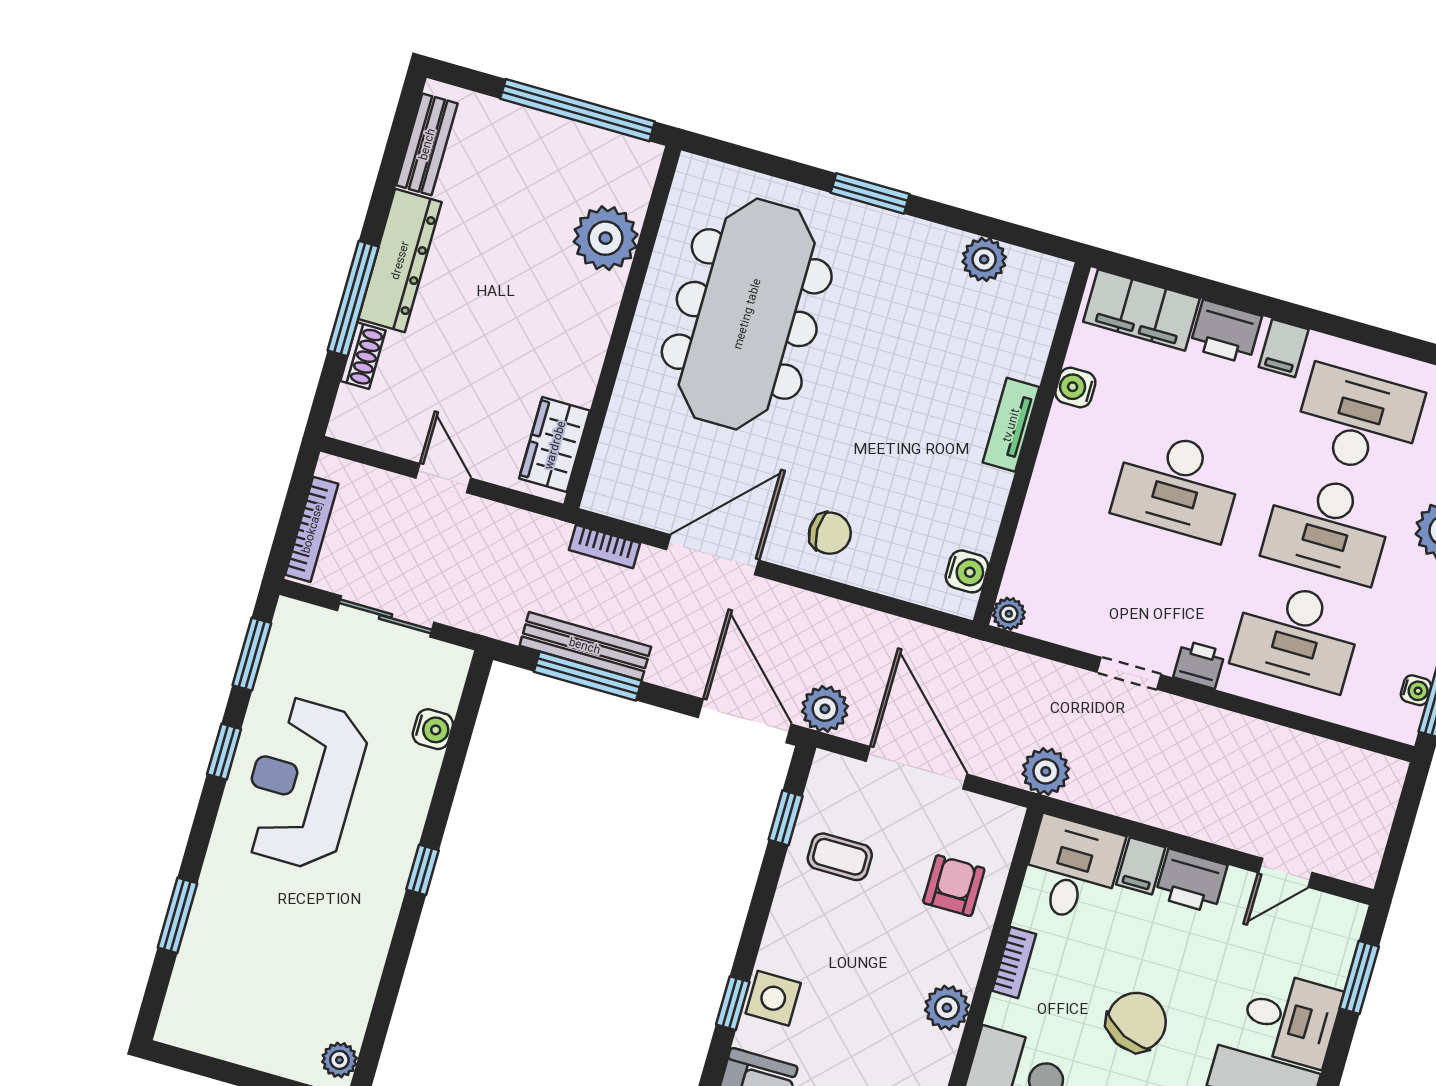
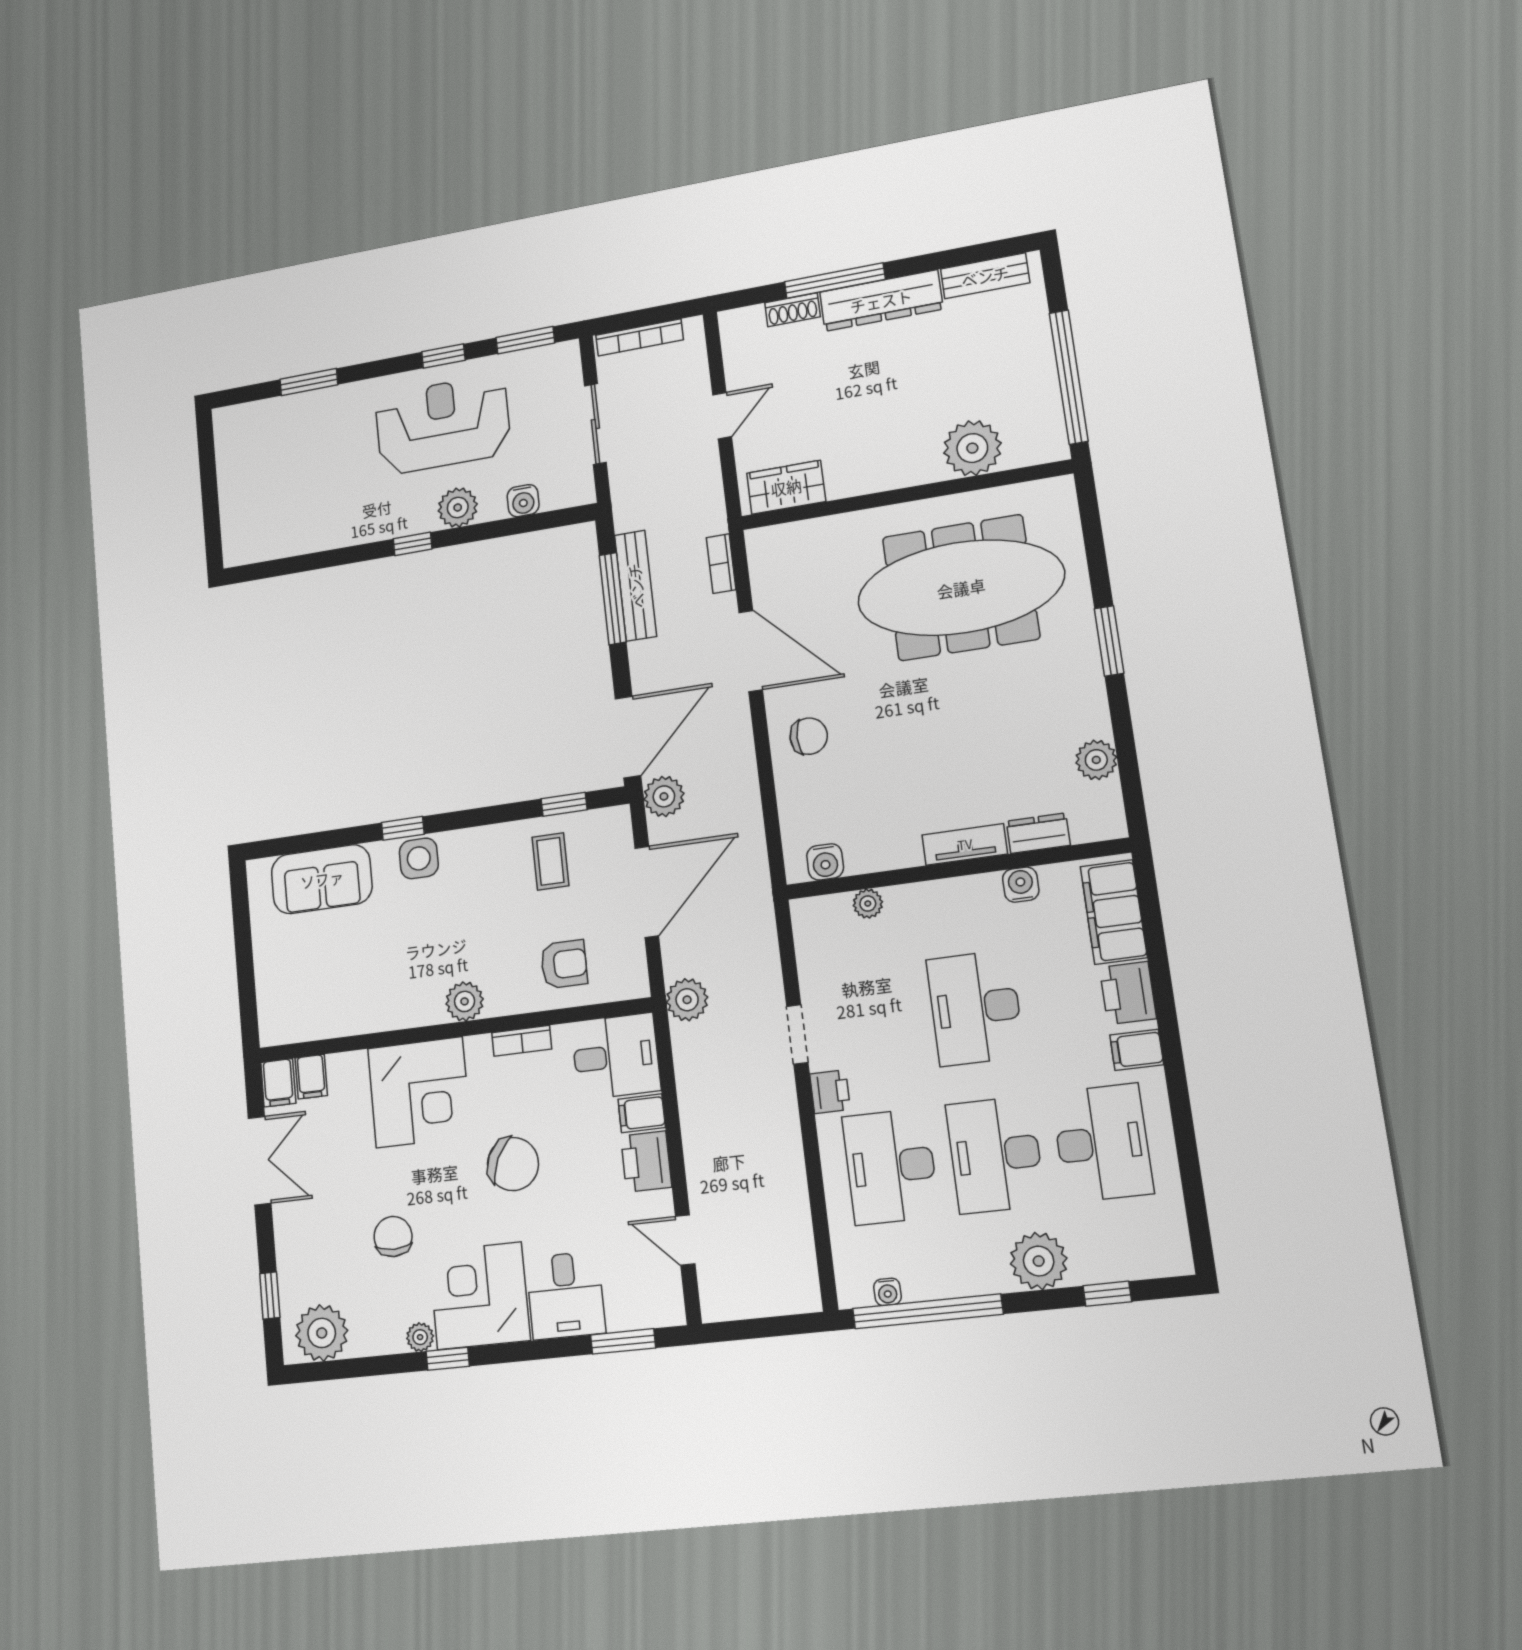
dresser: (1032, 348) -> (1038, 833), added
chair: (830, 533) -> (809, 736), turned -90
plant: (1009, 614) -> (868, 904), moved
plant: (339, 1060) -> (458, 507), moved, width x1.38, depth x1.38

